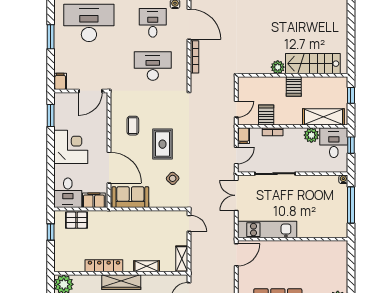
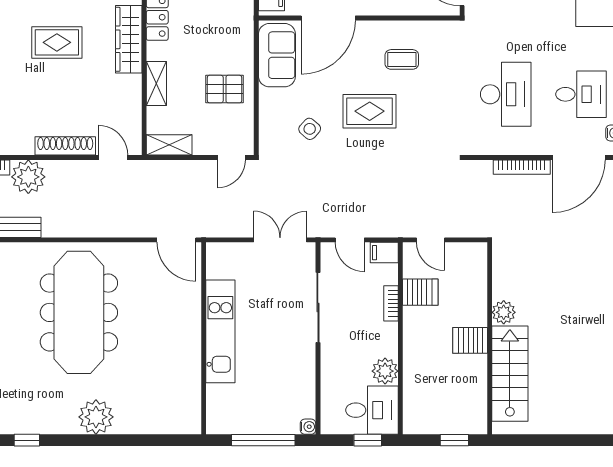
shelving: (323, 117) -> (417, 392), removed
pallet: (150, 227) -> (225, 89), added
kitchen unit: (267, 230) -> (220, 331), moved

